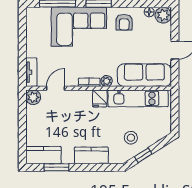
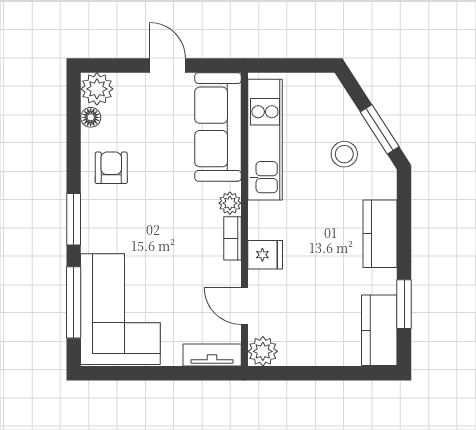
armchair: (124, 22) -> (111, 168), turned -90
corner sofa: (79, 27) -> (120, 309), moved
fridge: (100, 98) -> (265, 255), moved
window: (143, 155) -> (380, 129), width x1.50

